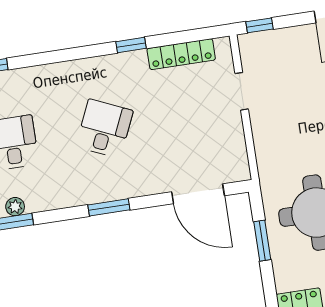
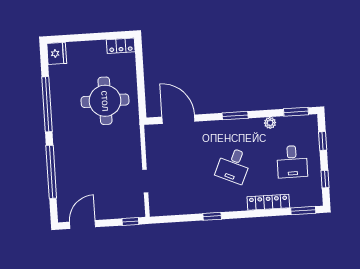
locker: (181, 54) -> (268, 202), moved
plant: (15, 207) -> (270, 123), moved
window: (262, 241) -> (141, 86), removed

